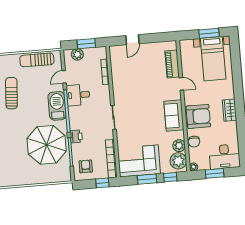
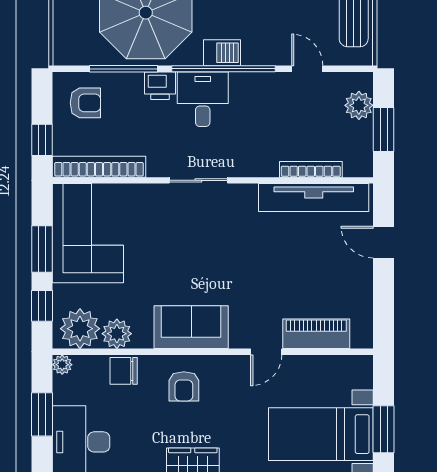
tv unit: (117, 70) -> (314, 198), added
desk: (78, 95) -> (203, 99), moved
barbecue: (57, 106) -> (222, 53), width x0.53, depth x0.65
armchair: (198, 116) -> (184, 386), width x0.53, depth x0.53

